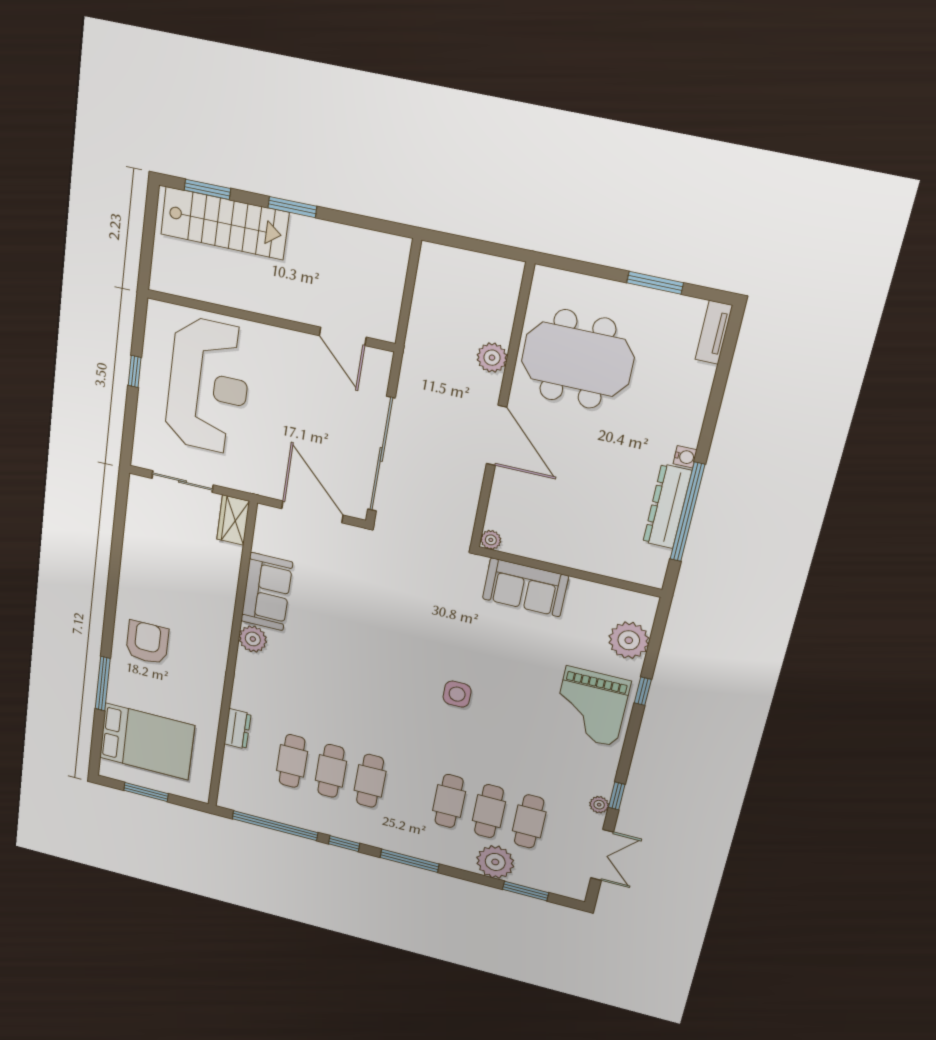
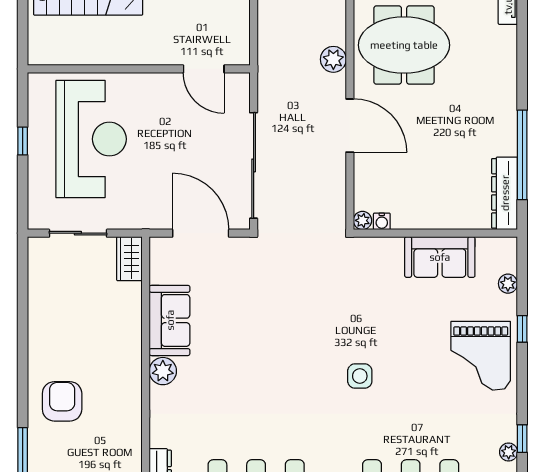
water cooler: (685, 457) -> (382, 221), moved, turned 90
dresser: (667, 506) -> (505, 193), moved
sofa: (525, 587) -> (440, 257), moved
plant: (629, 640) -> (508, 284), width x0.53, depth x0.53

